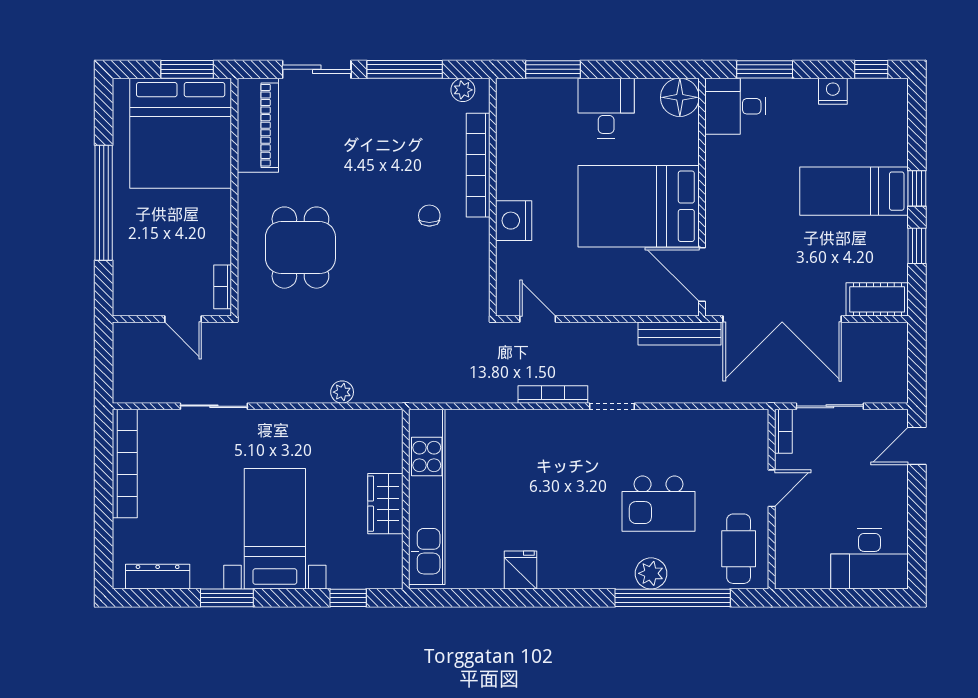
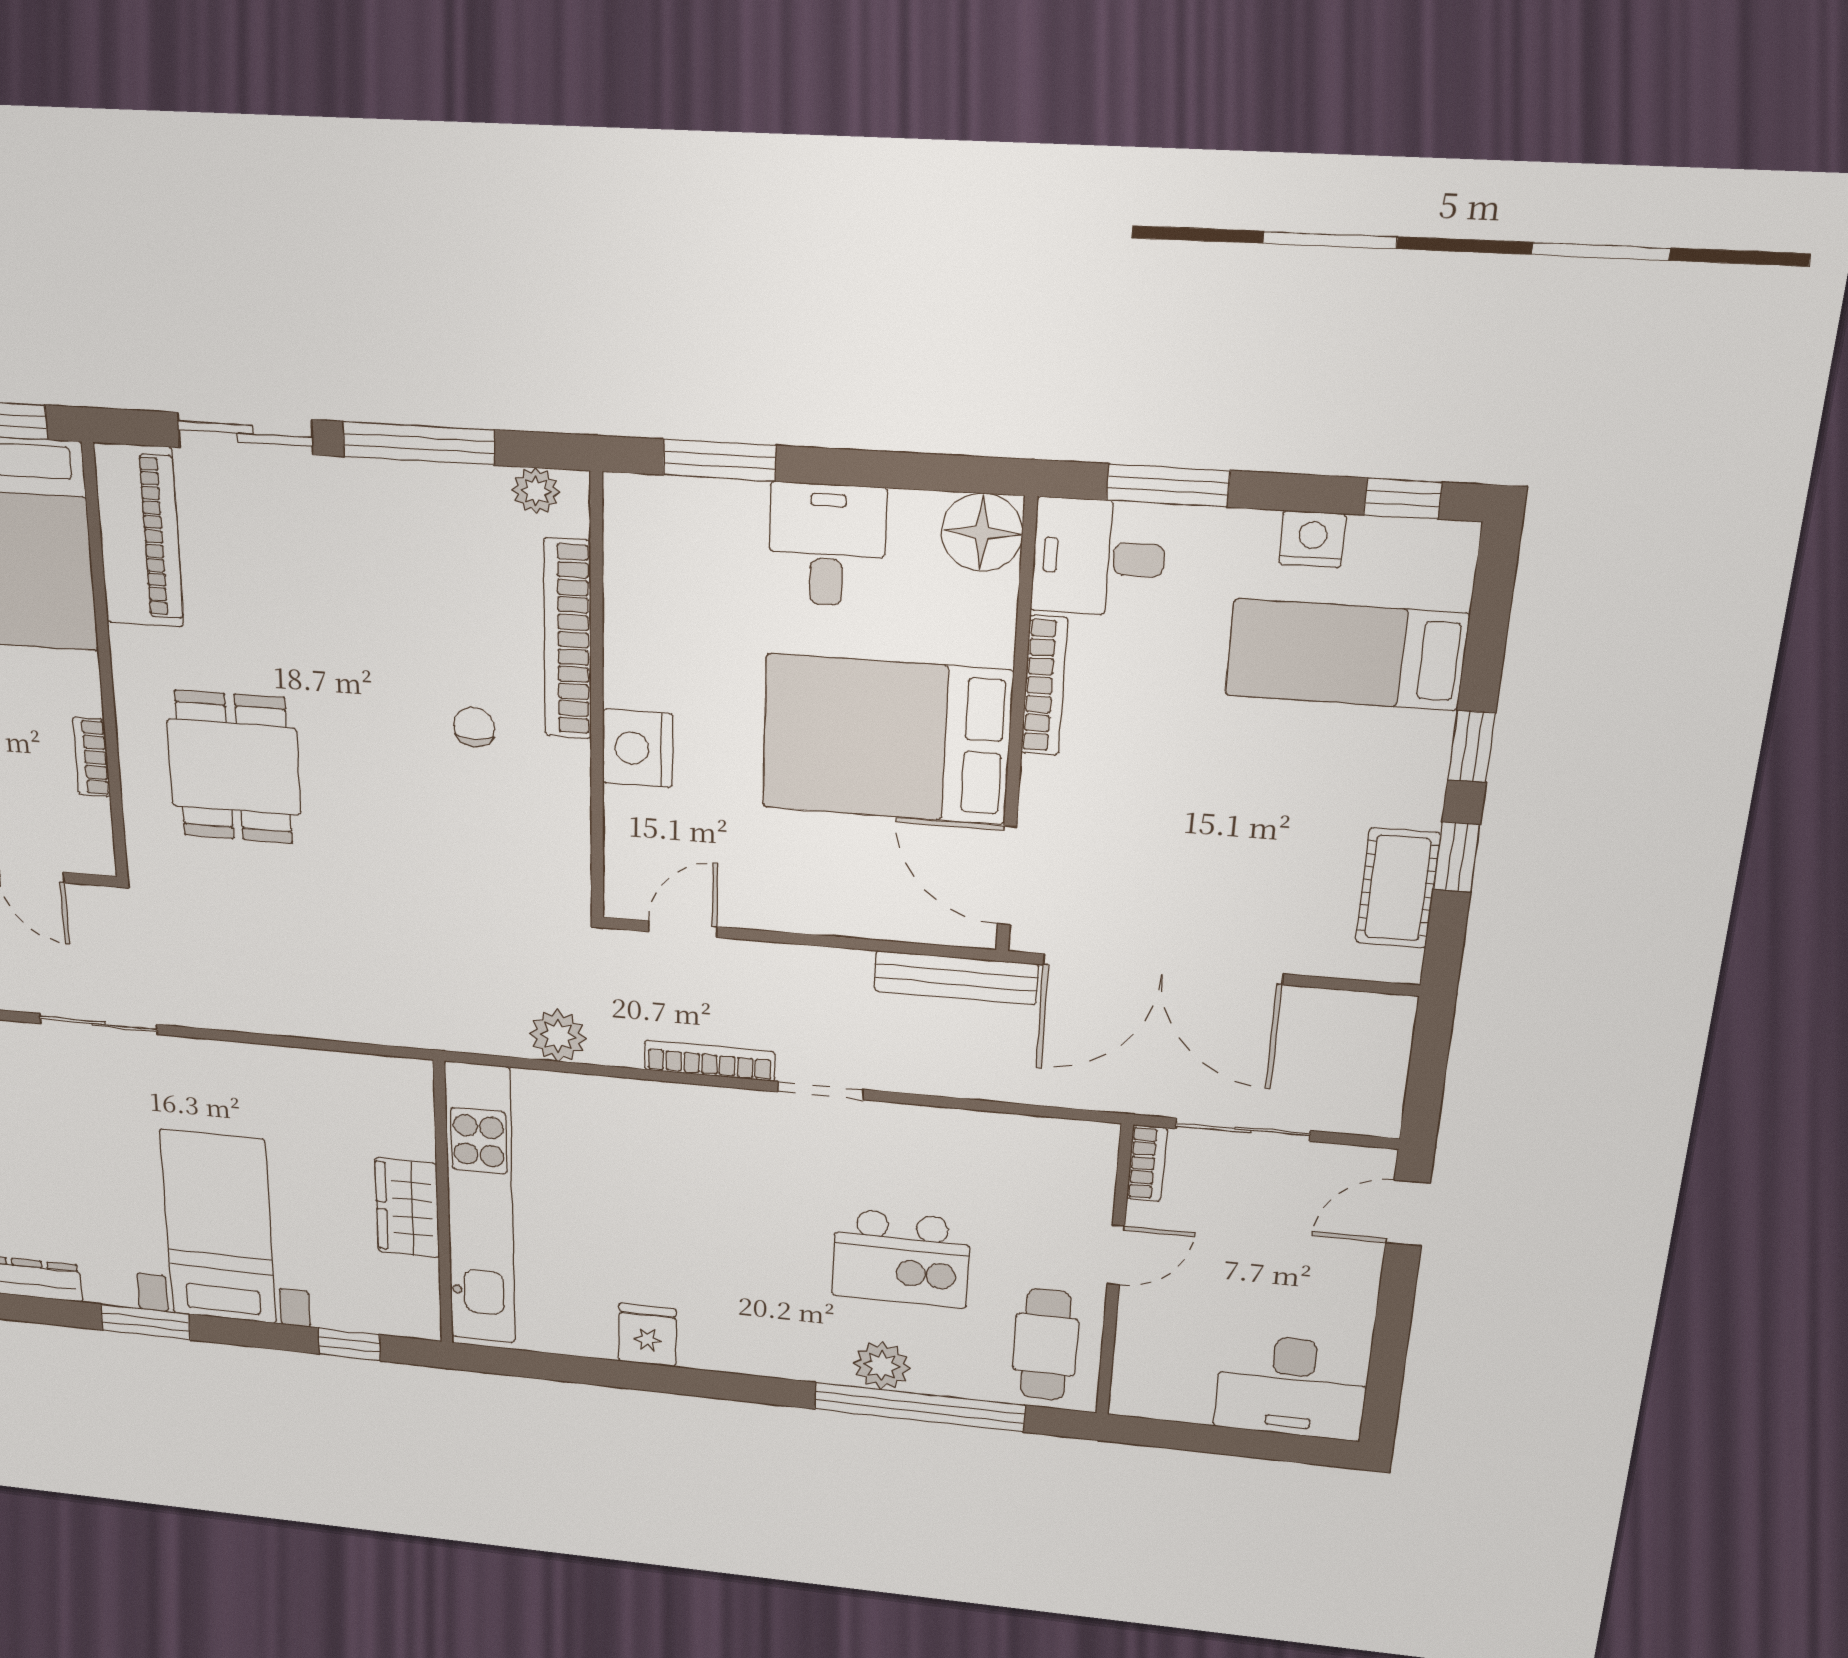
bookcase: (714, 172) -> (1044, 686), added
bed: (854, 191) -> (1346, 655), moved
bookcase: (223, 287) -> (91, 757), moved
cot: (877, 299) -> (1398, 888), moved, turned 90
door: (538, 319) -> (683, 929), hinge flipped
plant: (342, 392) -> (558, 1036), moved, width x1.38, depth x1.38

